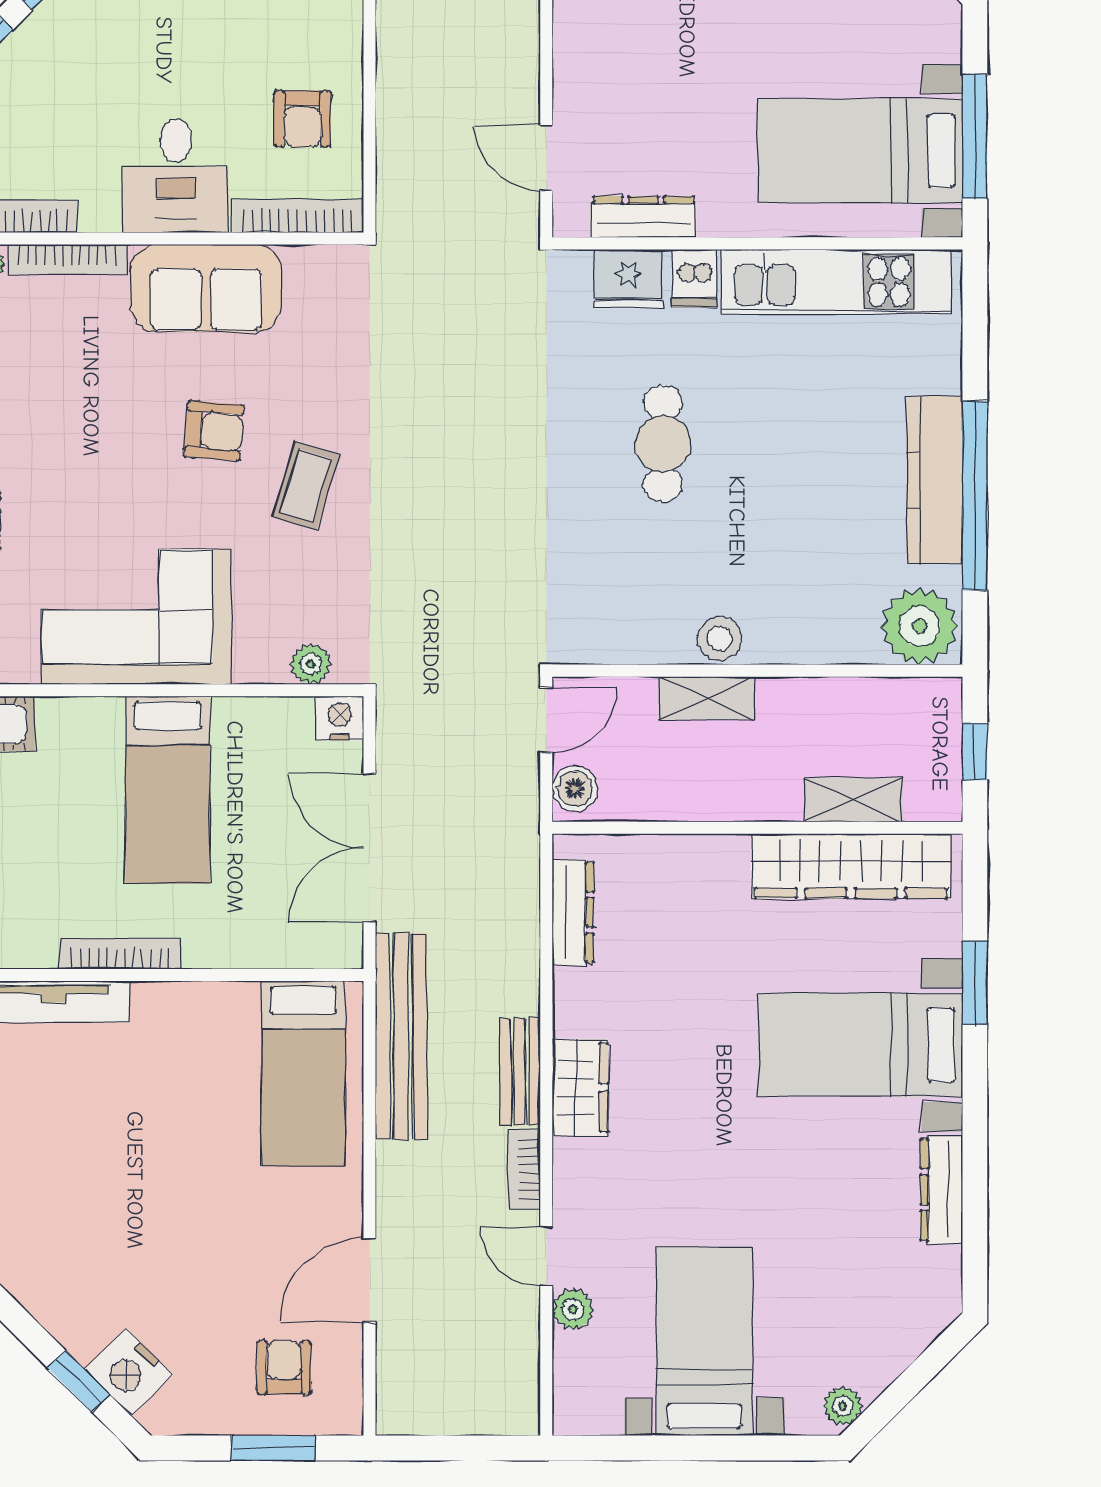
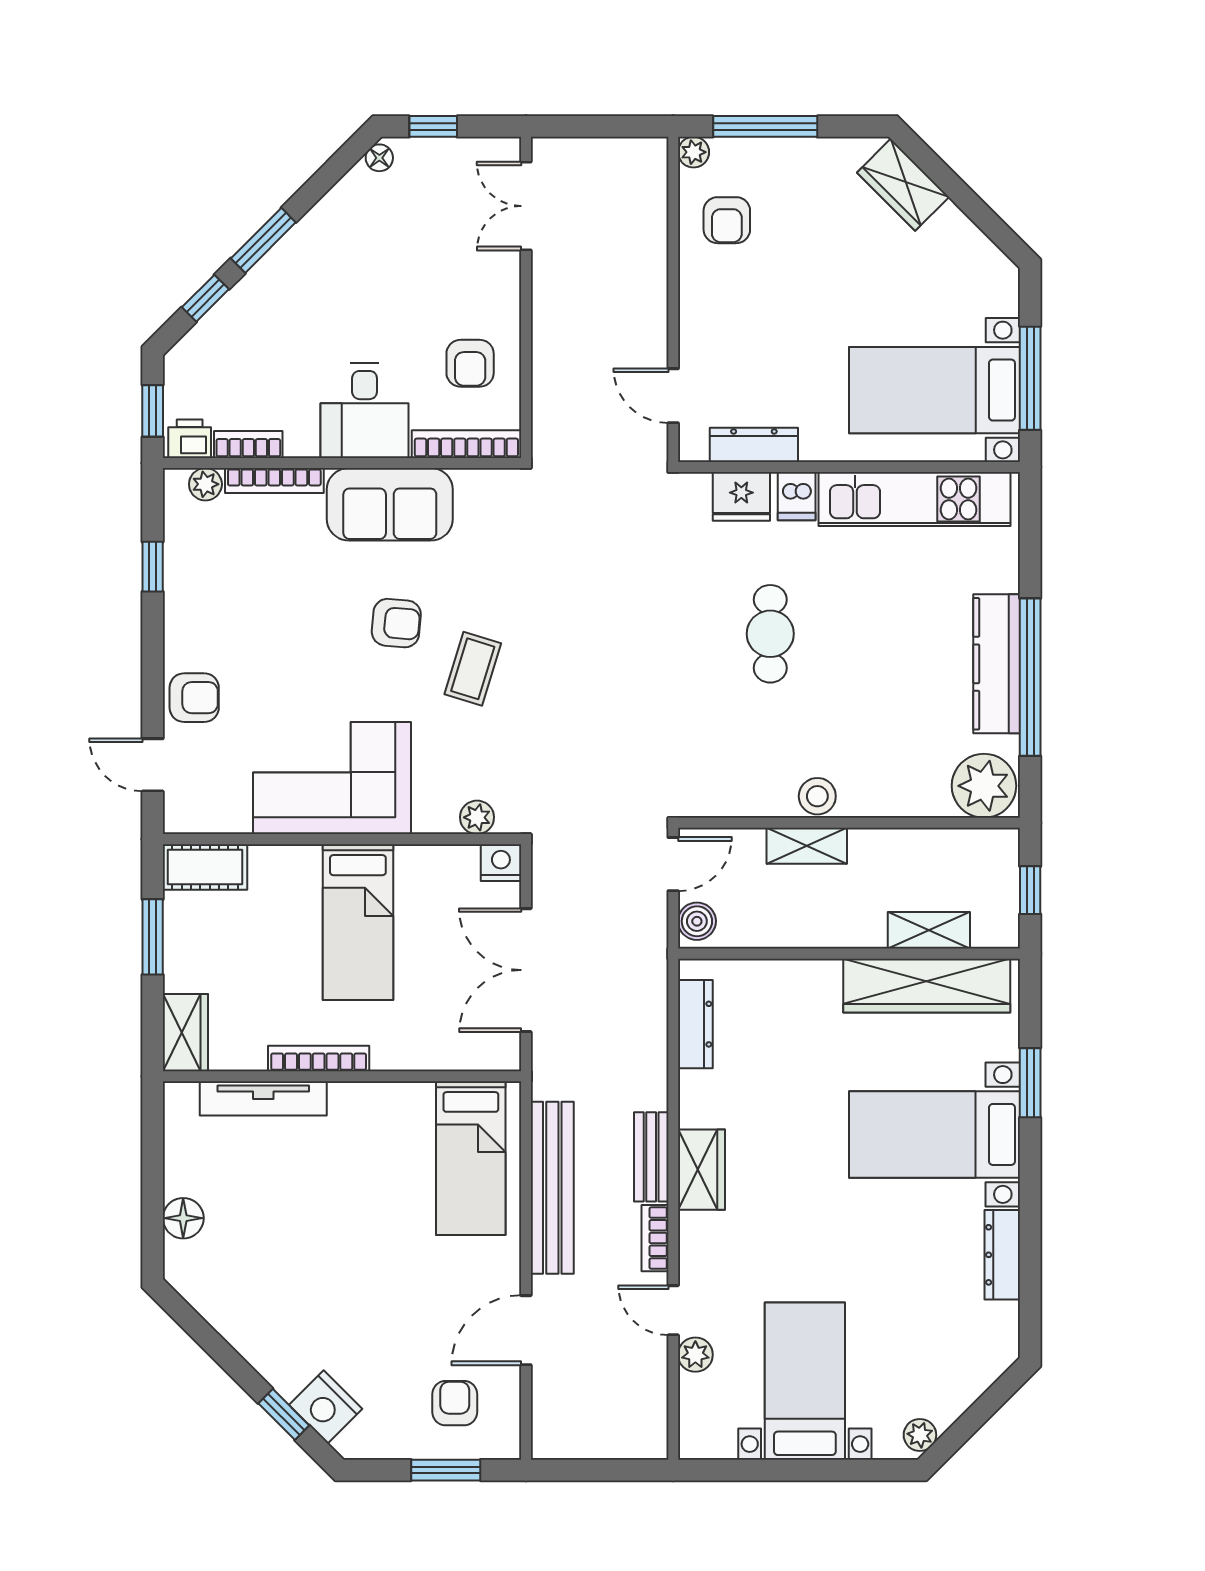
bench: (401, 1036) -> (552, 1188), moved

